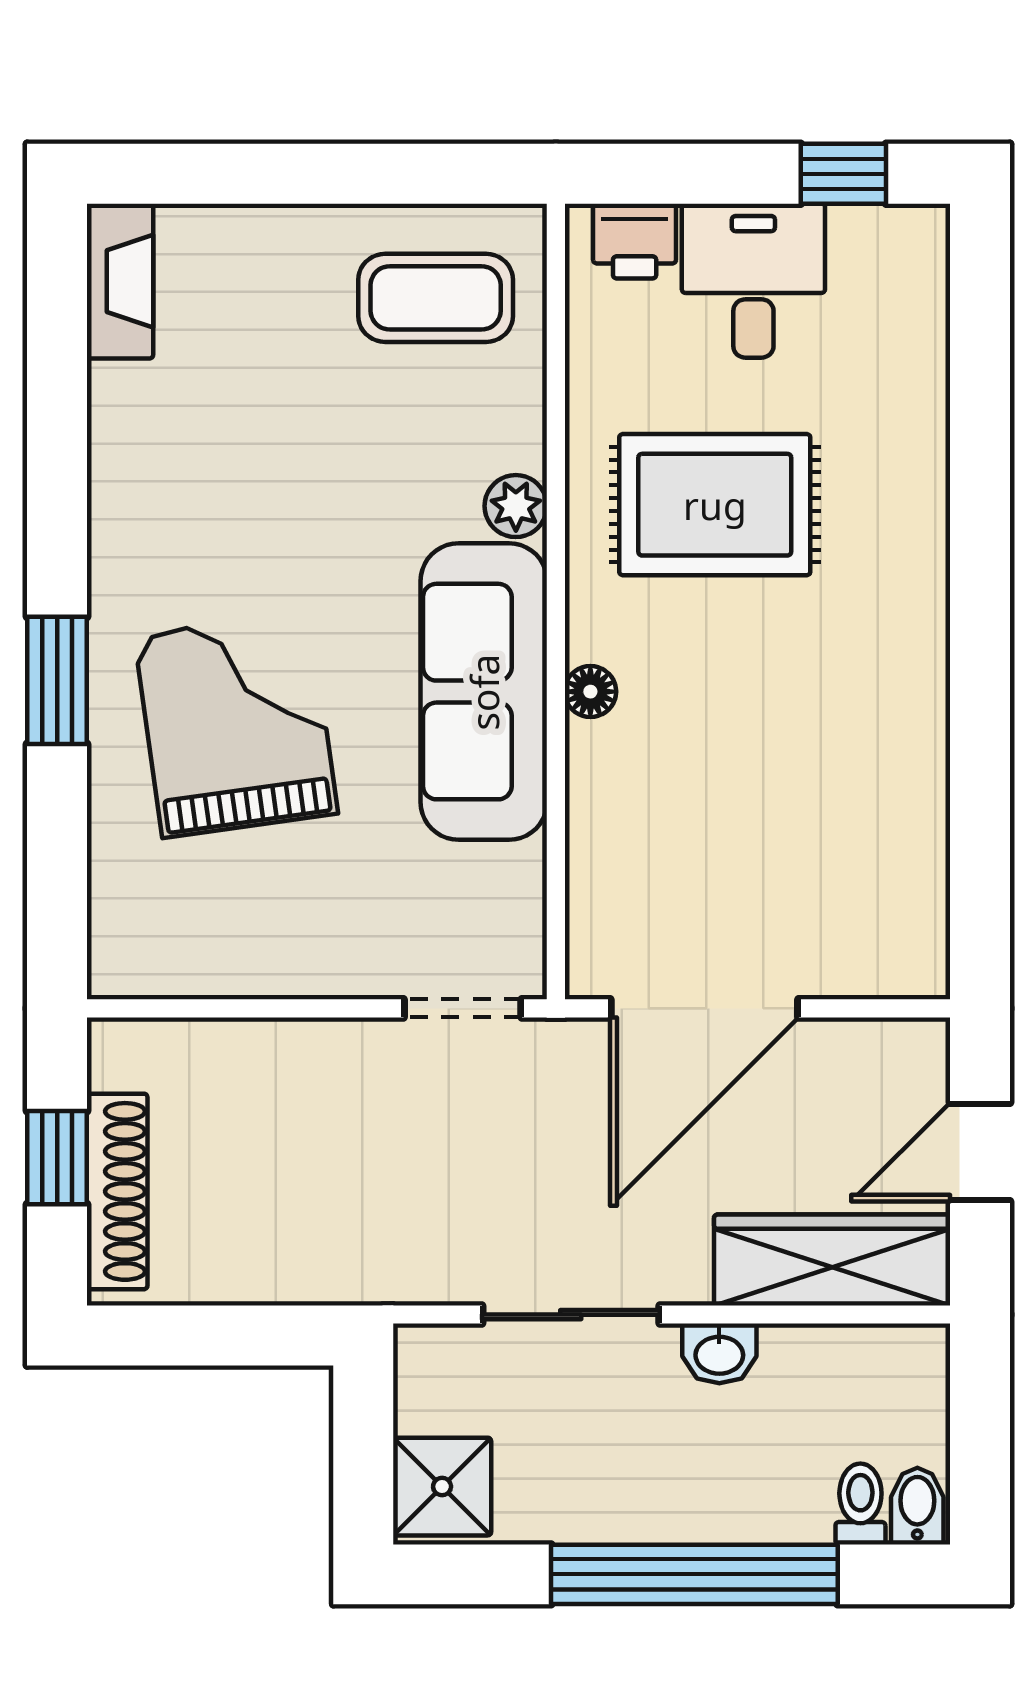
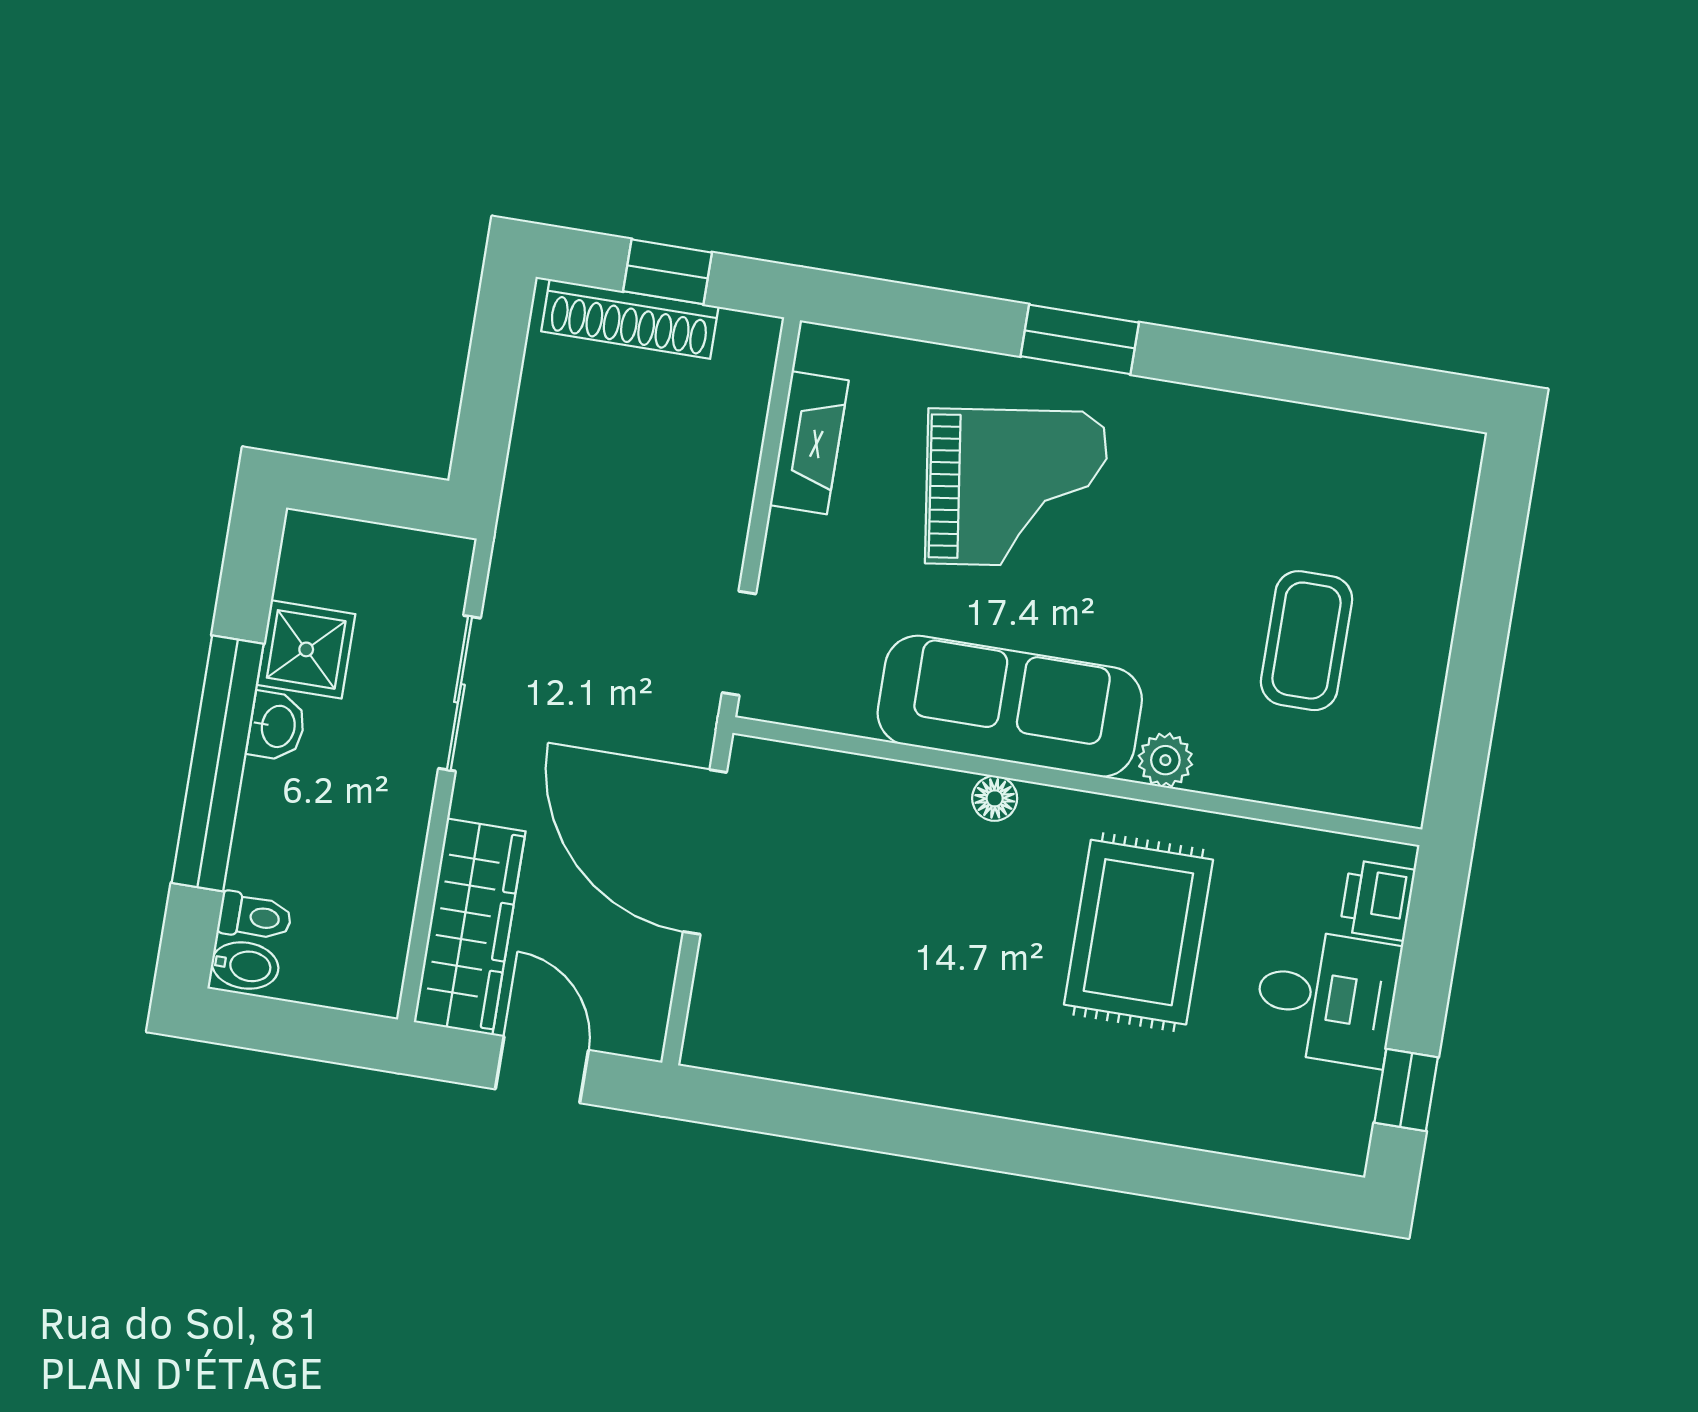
fireplace: (120, 281) -> (809, 443), moved, turned -90
coffee table: (436, 298) -> (1307, 641), moved
washbasin: (719, 1353) -> (277, 726), moved, turned 180
shower: (442, 1487) -> (306, 649), moved

